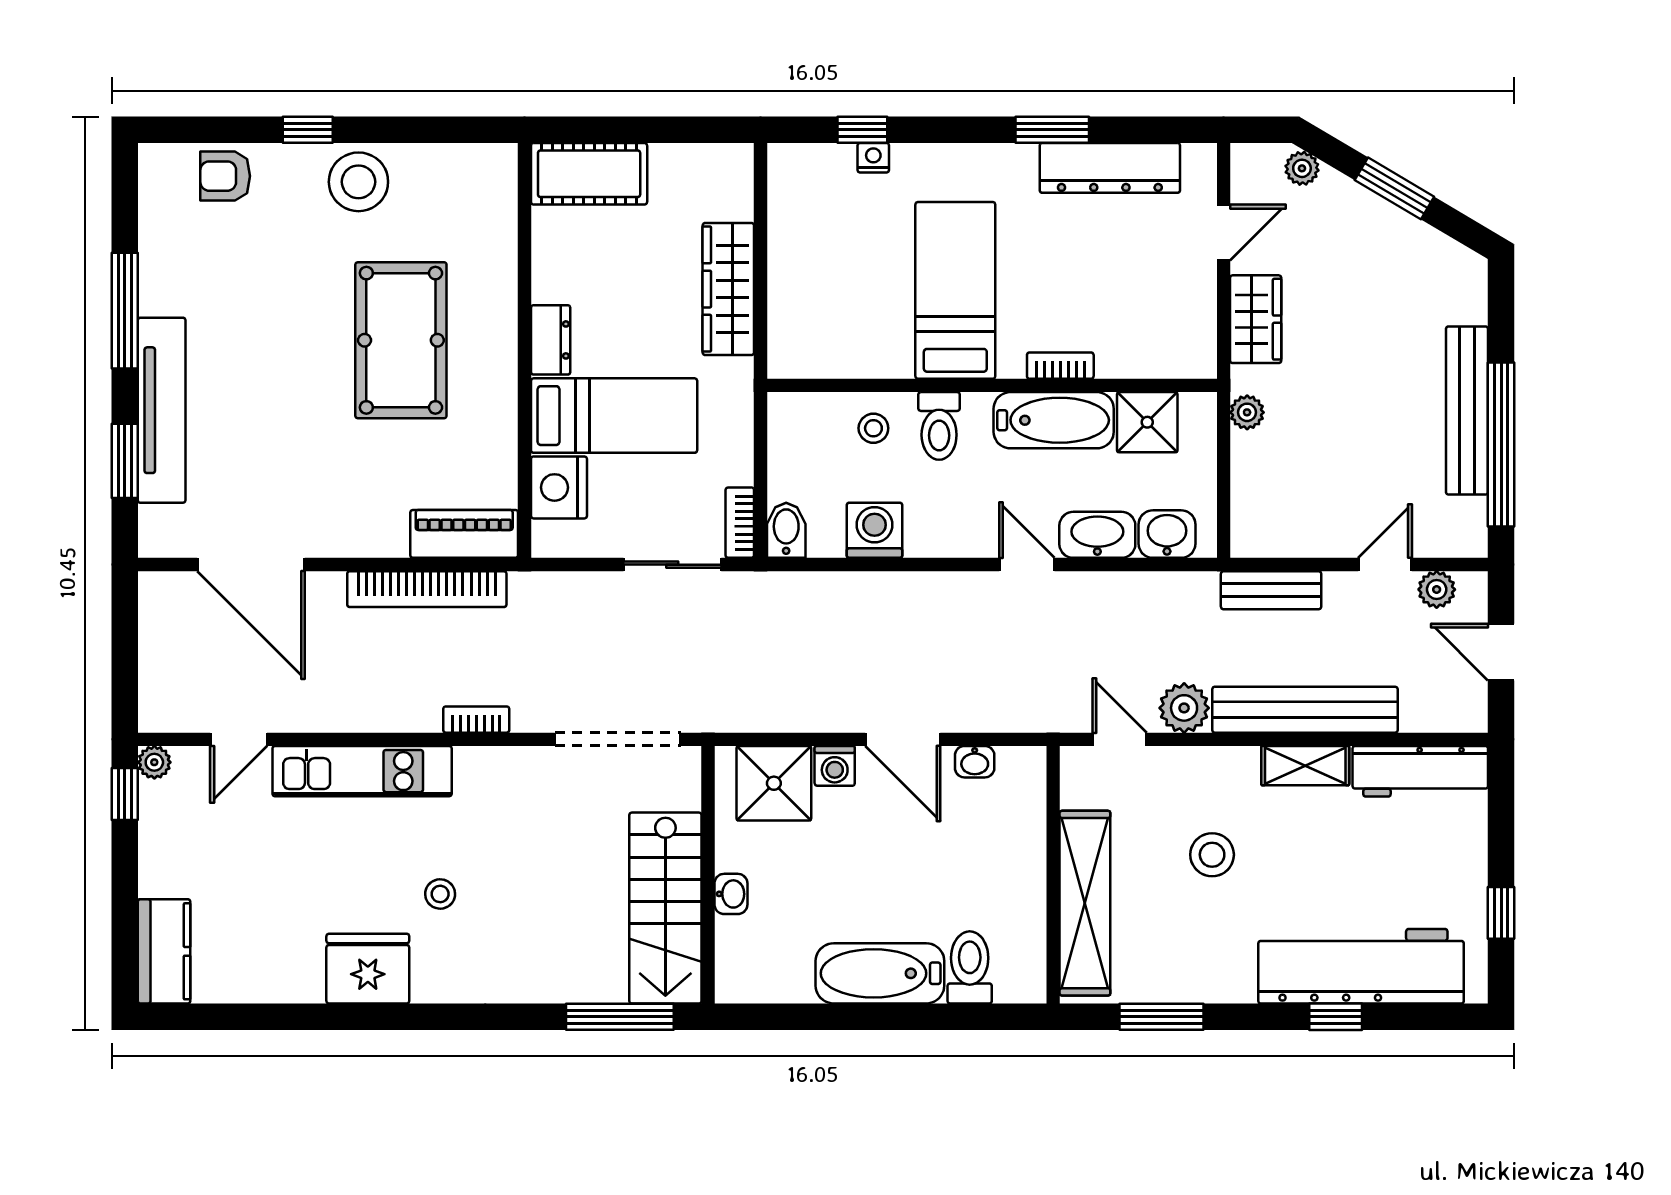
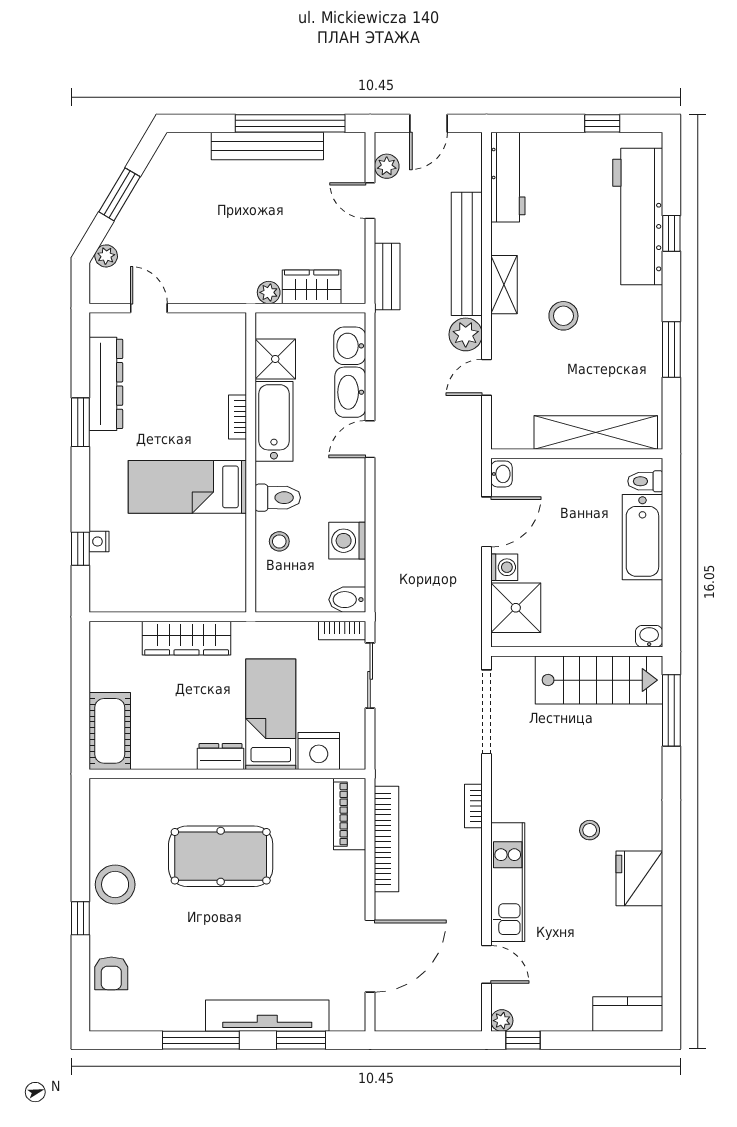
wardrobe: (1256, 319) -> (312, 287), moved
shelving: (1305, 766) -> (504, 285), moved
wall: (1053, 875) -> (577, 454), moved
washbasin: (731, 894) -> (649, 636), moved
shelving: (1085, 903) -> (596, 433), moved
toilet: (970, 967) -> (645, 481), width x0.73, depth x0.72

